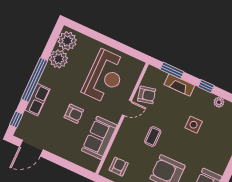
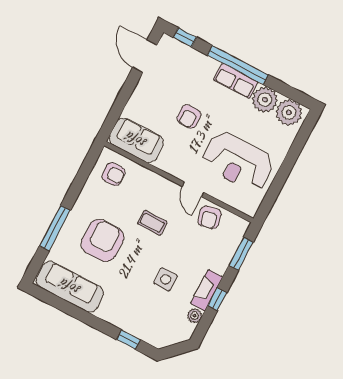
fireplace: (179, 85) -> (207, 290), moved
row of seats: (37, 100) -> (236, 81), moved
sofa: (99, 138) -> (136, 140), moved

